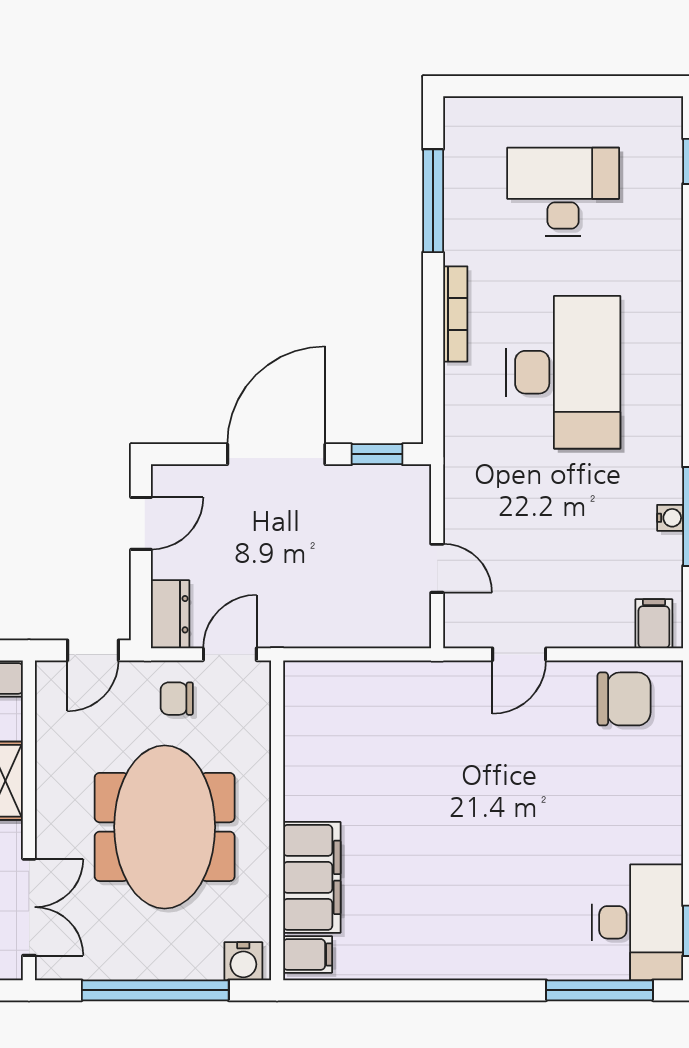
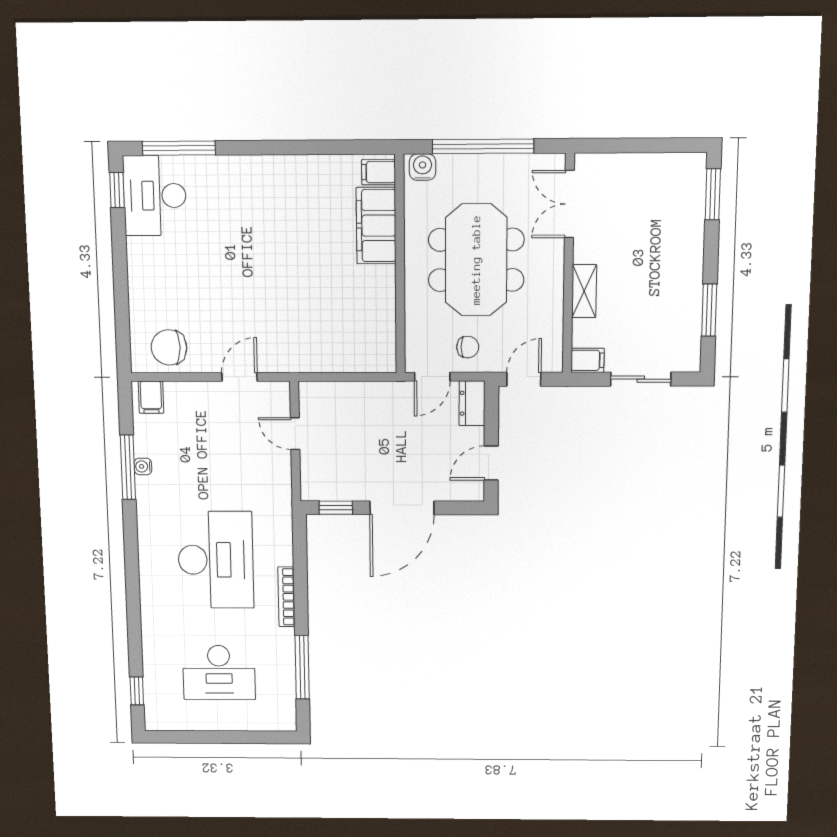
desk: (563, 372) -> (216, 560), turned 180

